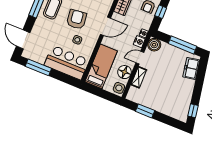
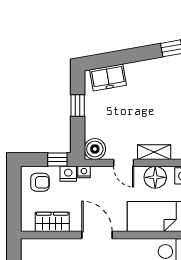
window: (161, 12) -> (57, 160), moved
nightstand: (139, 42) -> (68, 174), moved
window: (183, 45) -> (78, 105), width x0.46

